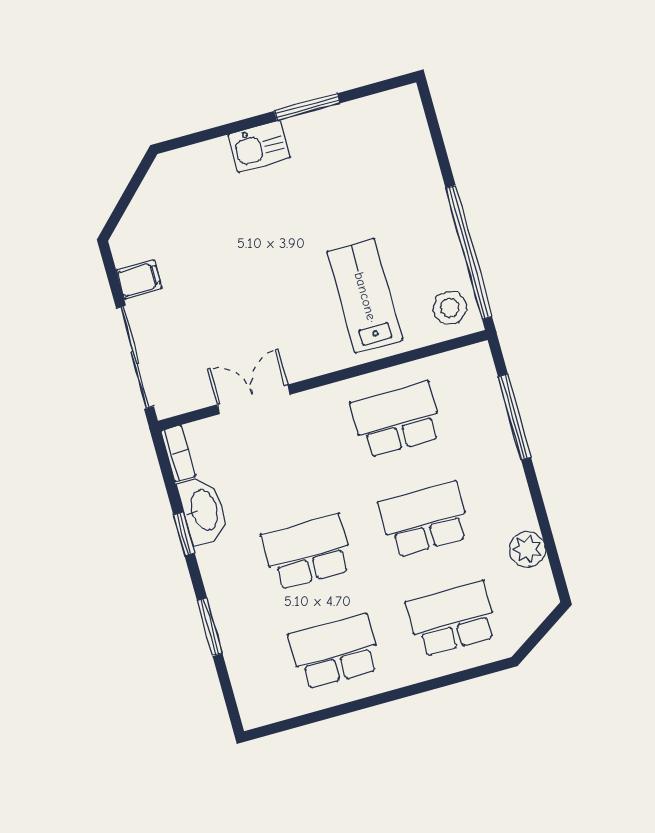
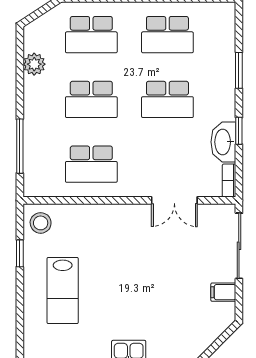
window: (469, 252) -> (20, 253), width x0.32
lab bench: (365, 296) -> (63, 290), moved

